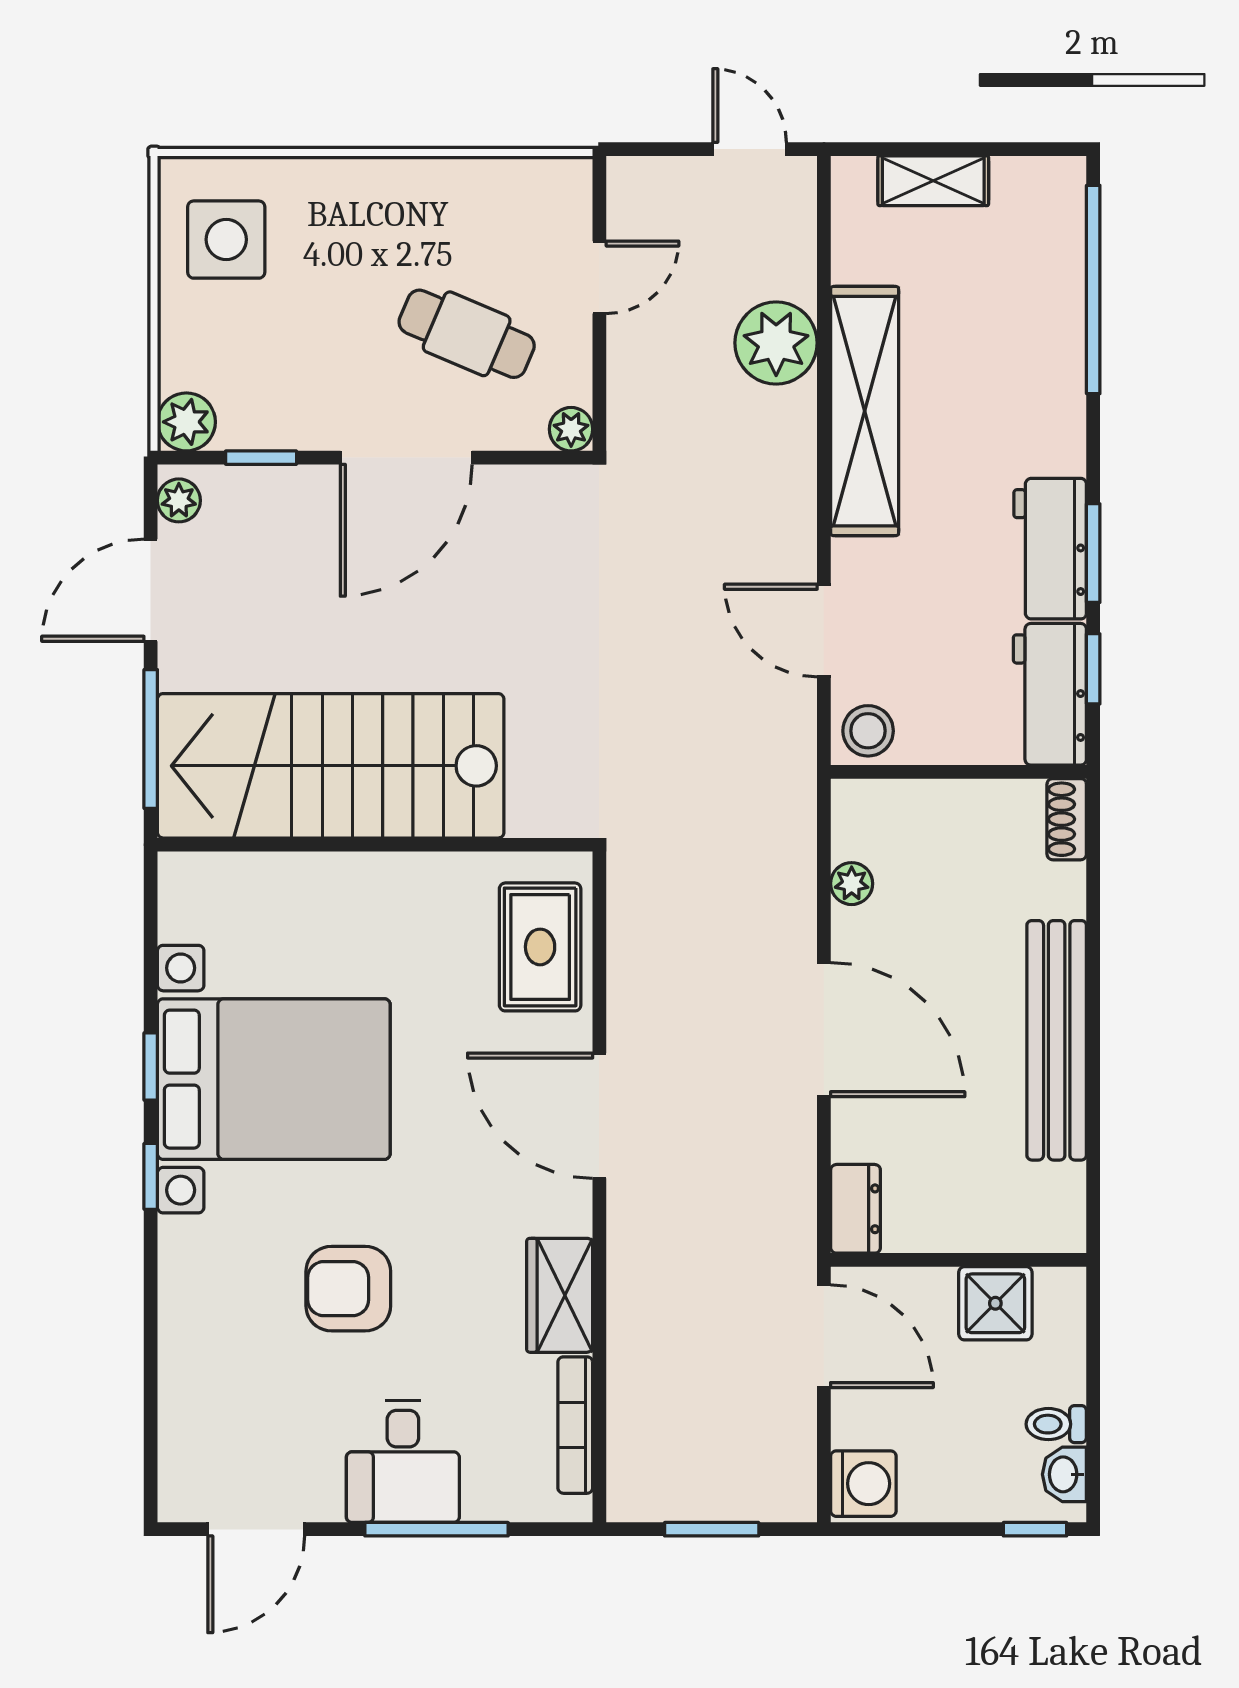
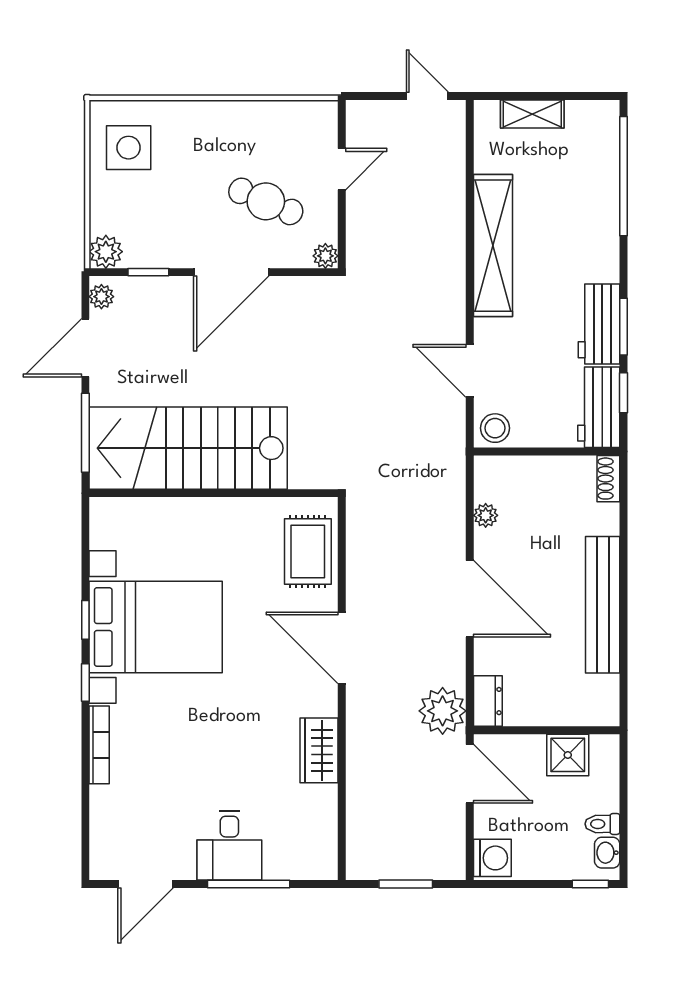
plant: (776, 343) -> (443, 711), moved
armchair: (348, 1289) -> (198, 747), removed
bookcase: (575, 1425) -> (99, 745), moved, turned 180

